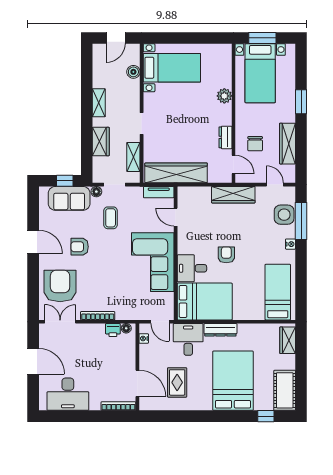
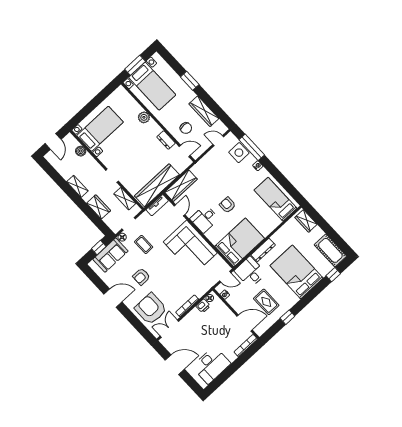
wardrobe: (233, 195) -> (181, 186), moved
door: (176, 217) -> (180, 210), swing flipped
desk: (192, 268) -> (204, 219), moved
window: (184, 416) -> (287, 317), added

